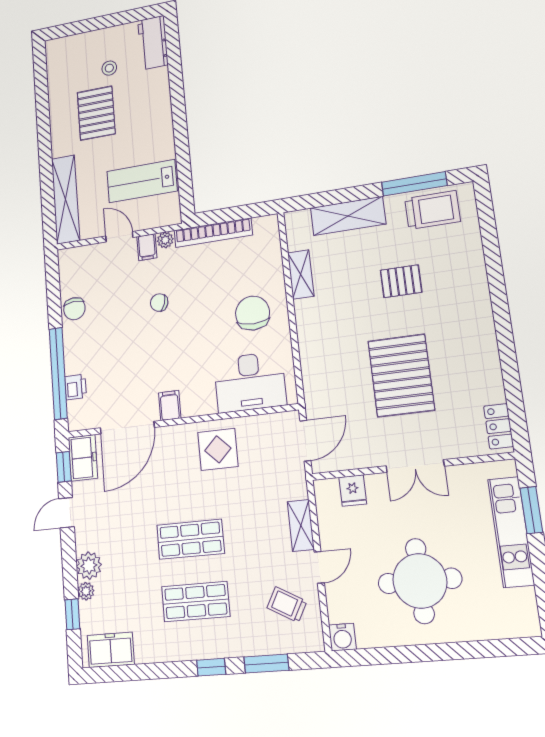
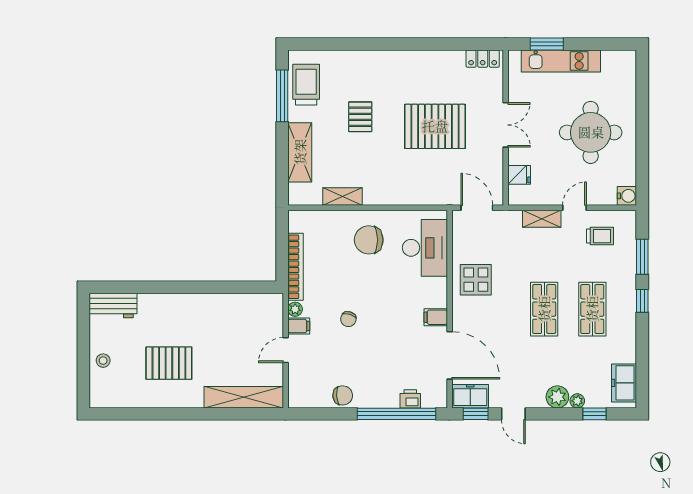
stool: (109, 68) -> (103, 361), moved
lab bench: (142, 181) -> (239, 326), removed
door: (319, 567) -> (574, 208), hinge flipped
trolley: (287, 605) -> (600, 236), turned -119

